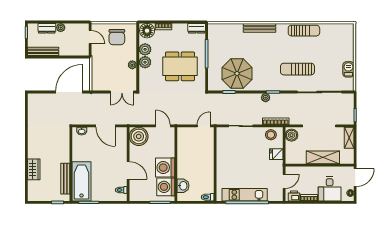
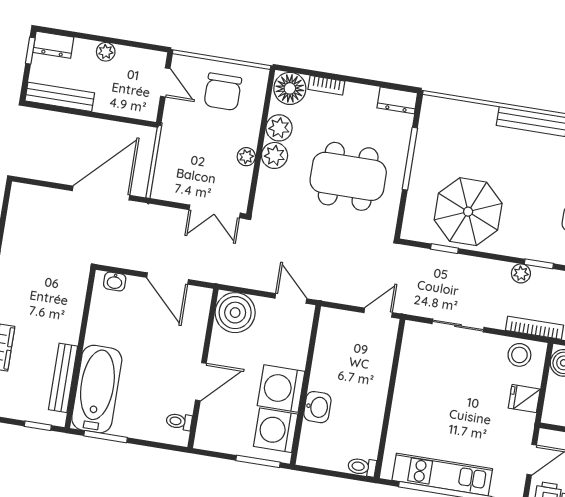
dresser: (47, 28) -> (53, 45), moved
door: (128, 170) -> (201, 382), hinge flipped
washbasin: (183, 186) -> (317, 407), moved

